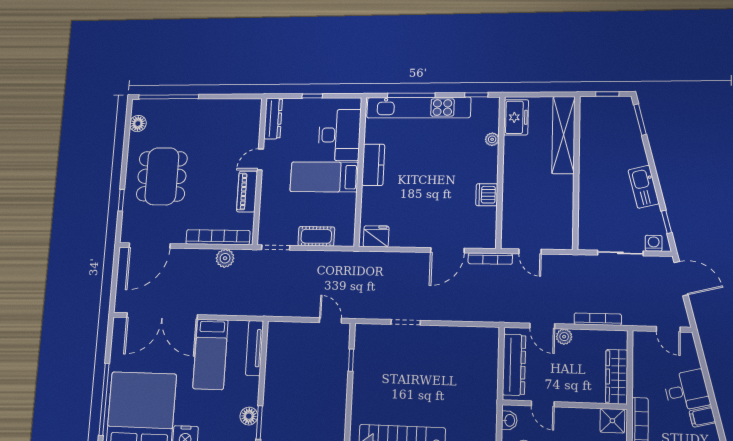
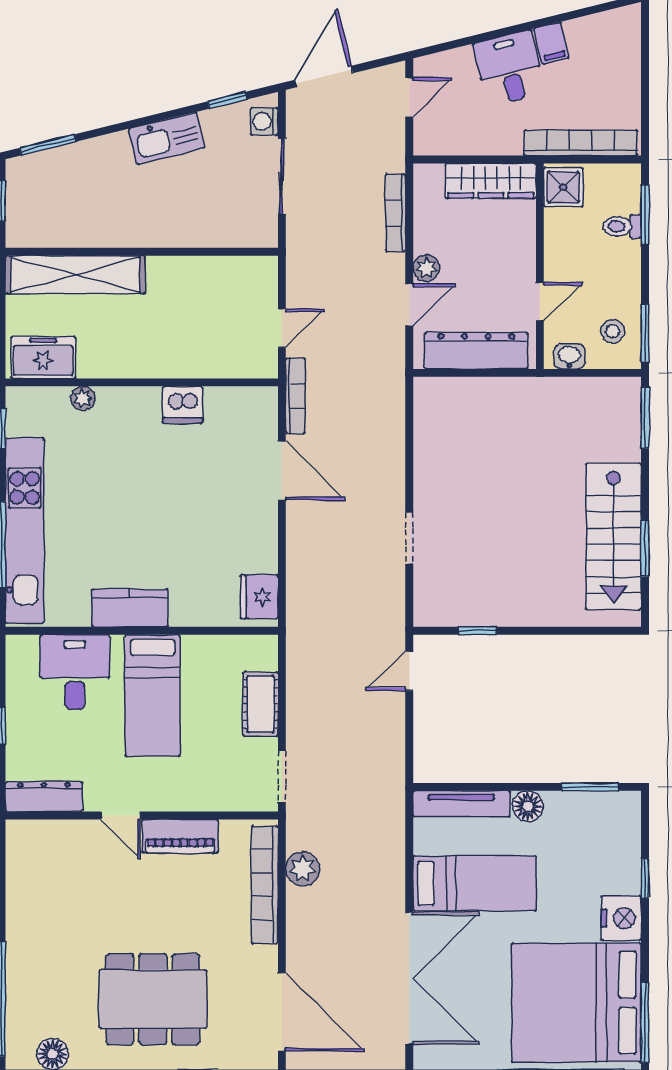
desk: (339, 135) -> (75, 672), width x0.73
floor lamp: (249, 416) -> (528, 806), moved

